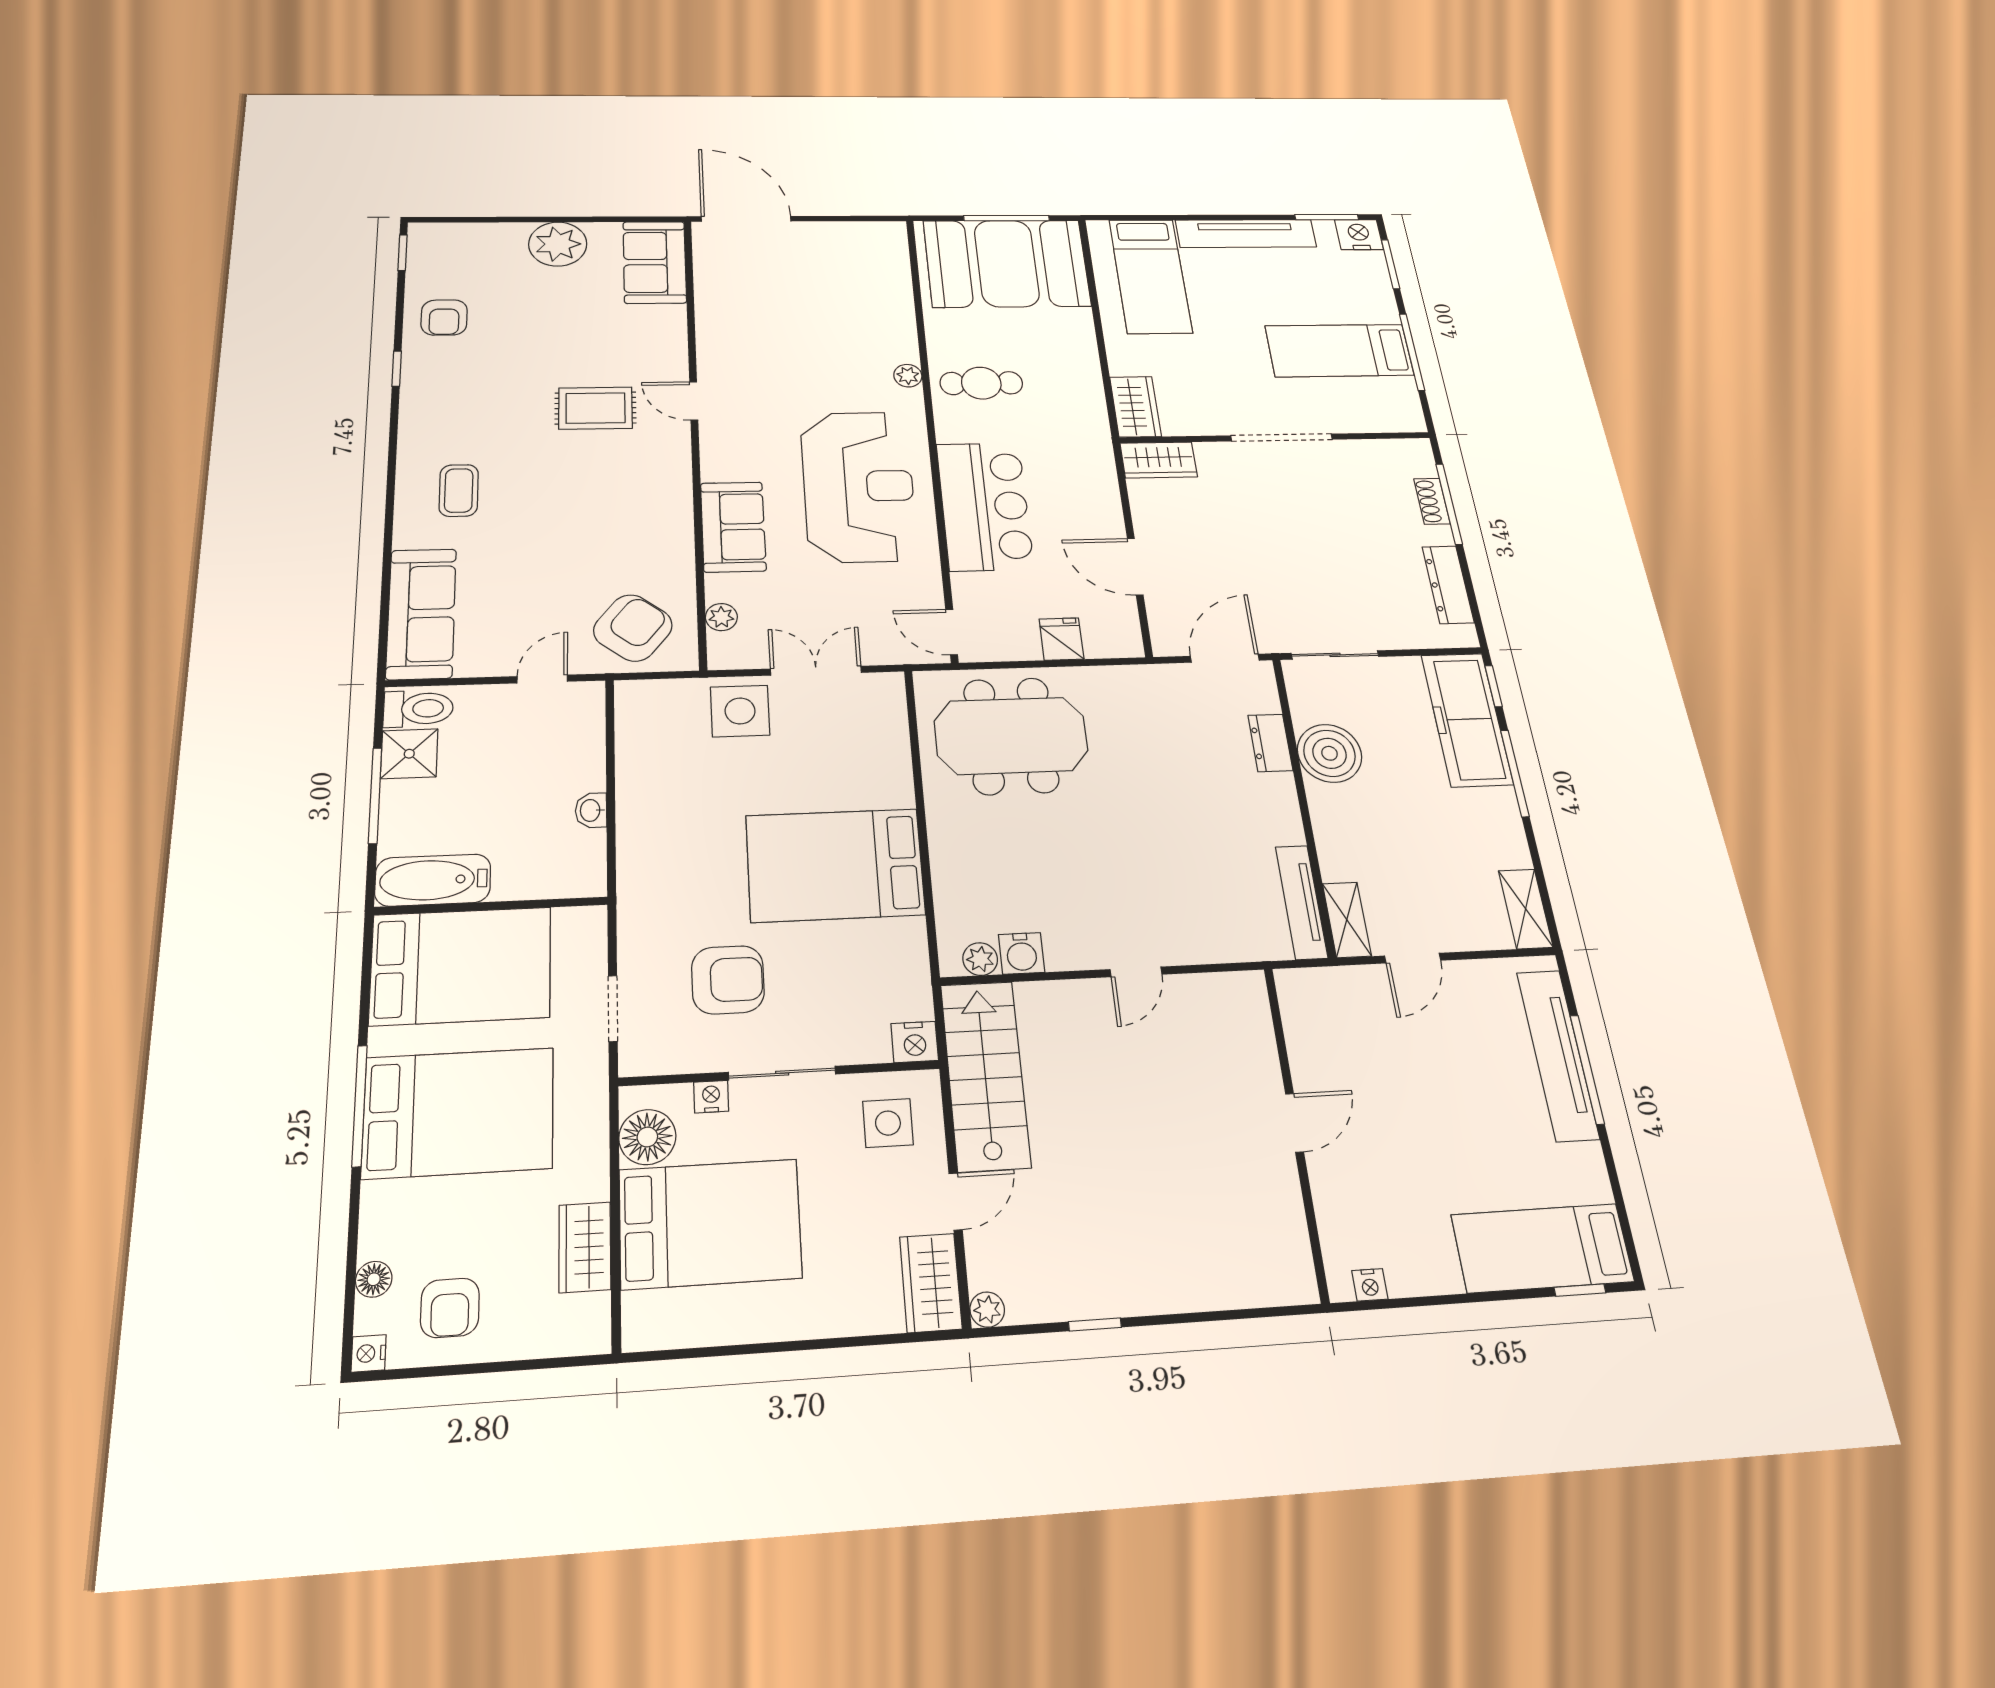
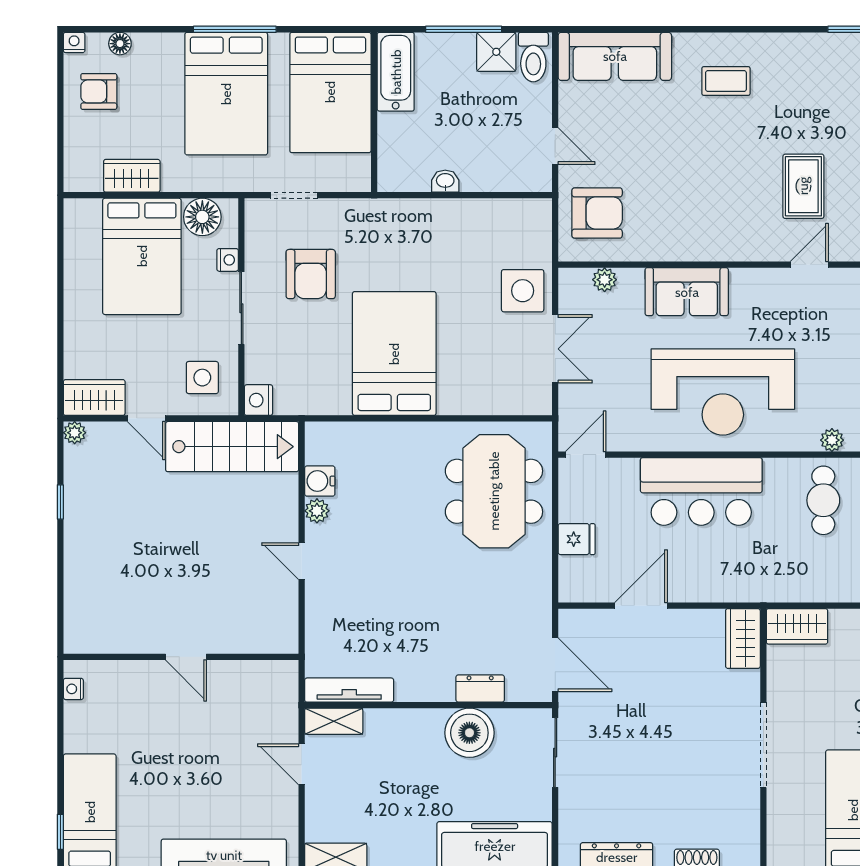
armchair: (633, 628) -> (597, 213), turned -38
plant: (980, 959) -> (317, 511), moved

